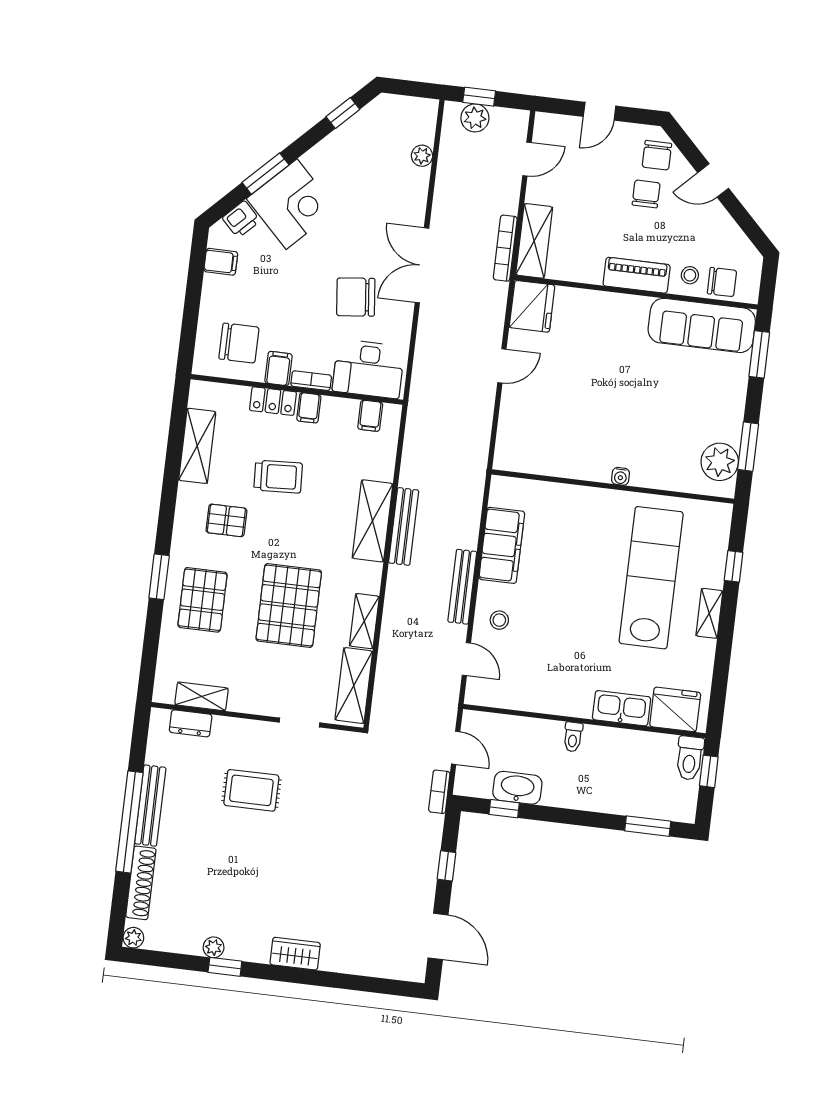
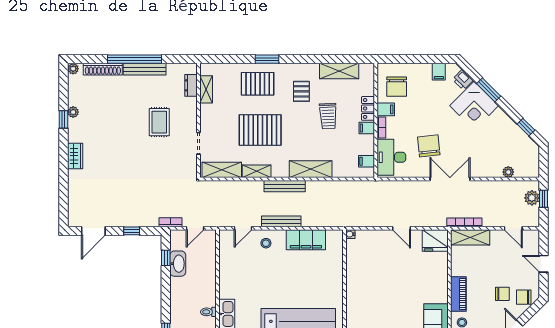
water cooler: (620, 476) -> (350, 234), moved
bench: (404, 526) -> (285, 186), moved
toilet: (573, 737) -> (208, 312), moved

